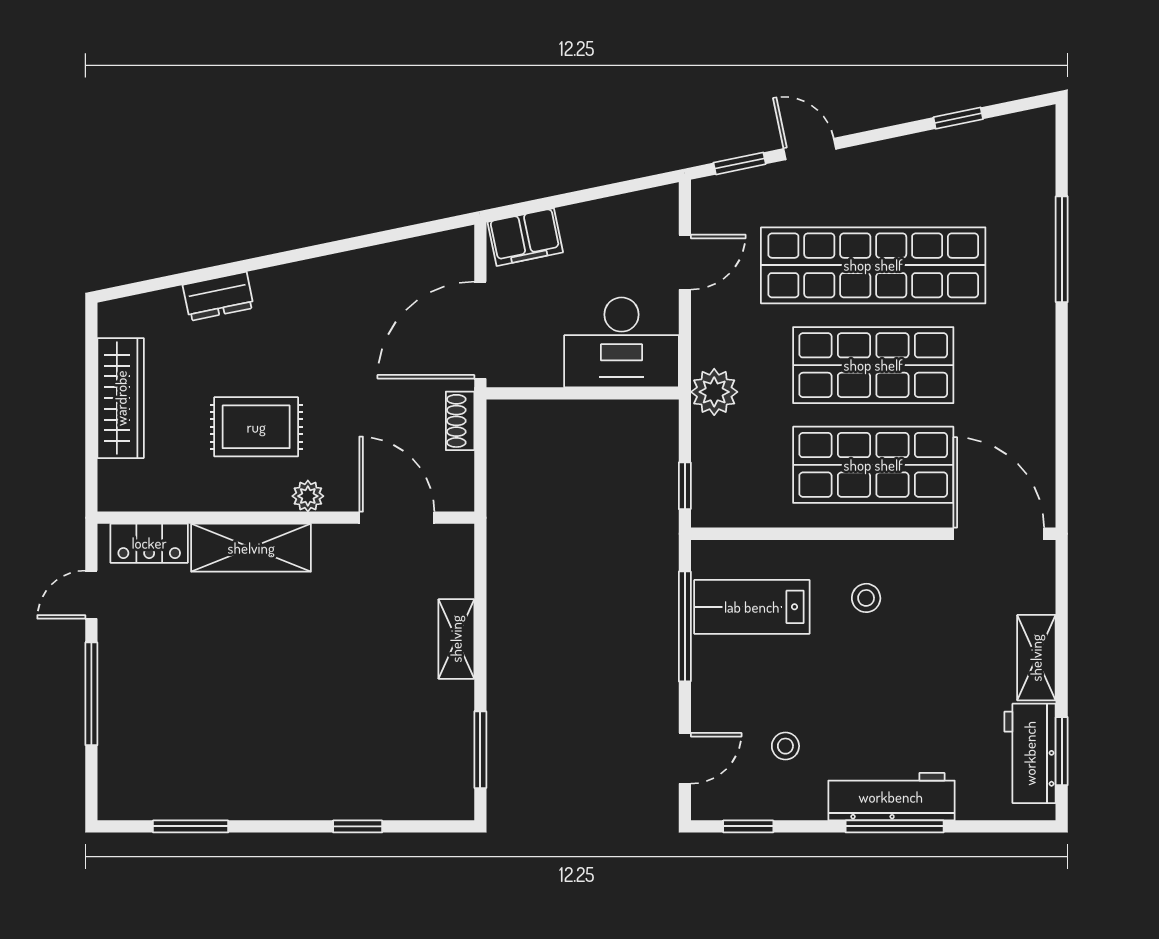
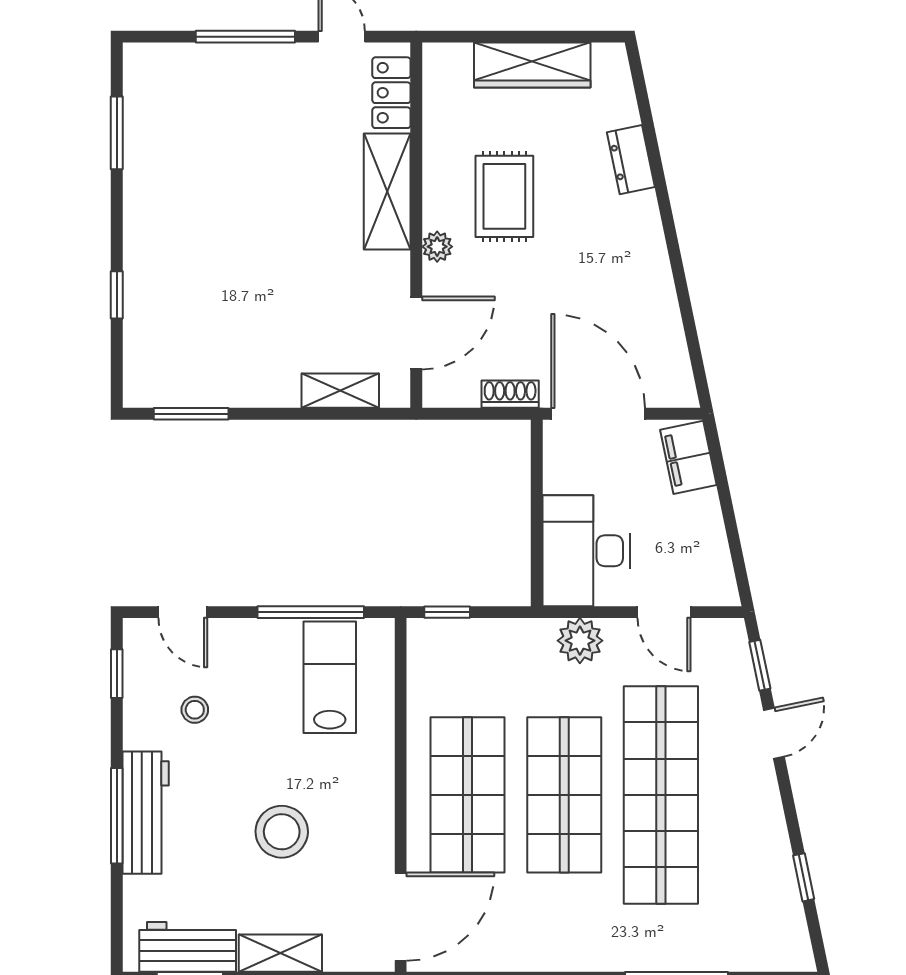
plant: (714, 392) -> (580, 641), moved
stool: (866, 598) -> (282, 832), moved, width x1.89, depth x1.89
shelving: (456, 639) -> (340, 391), moved

